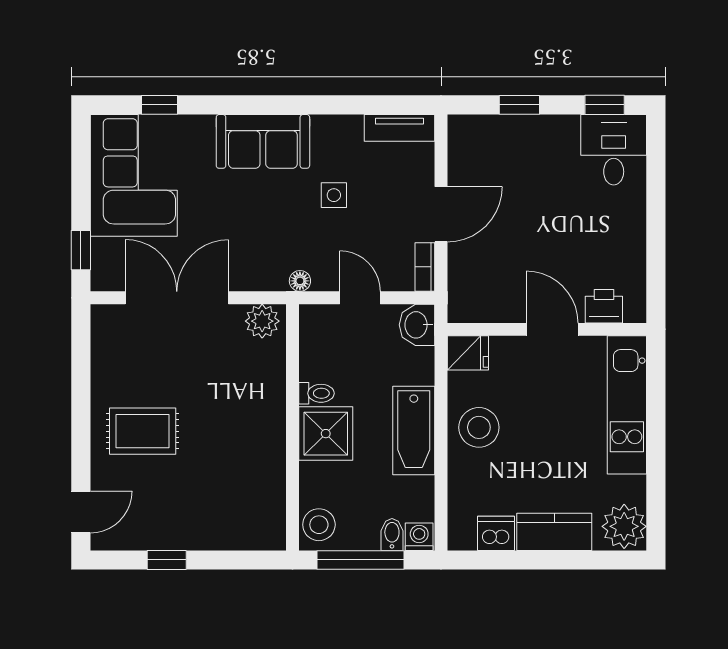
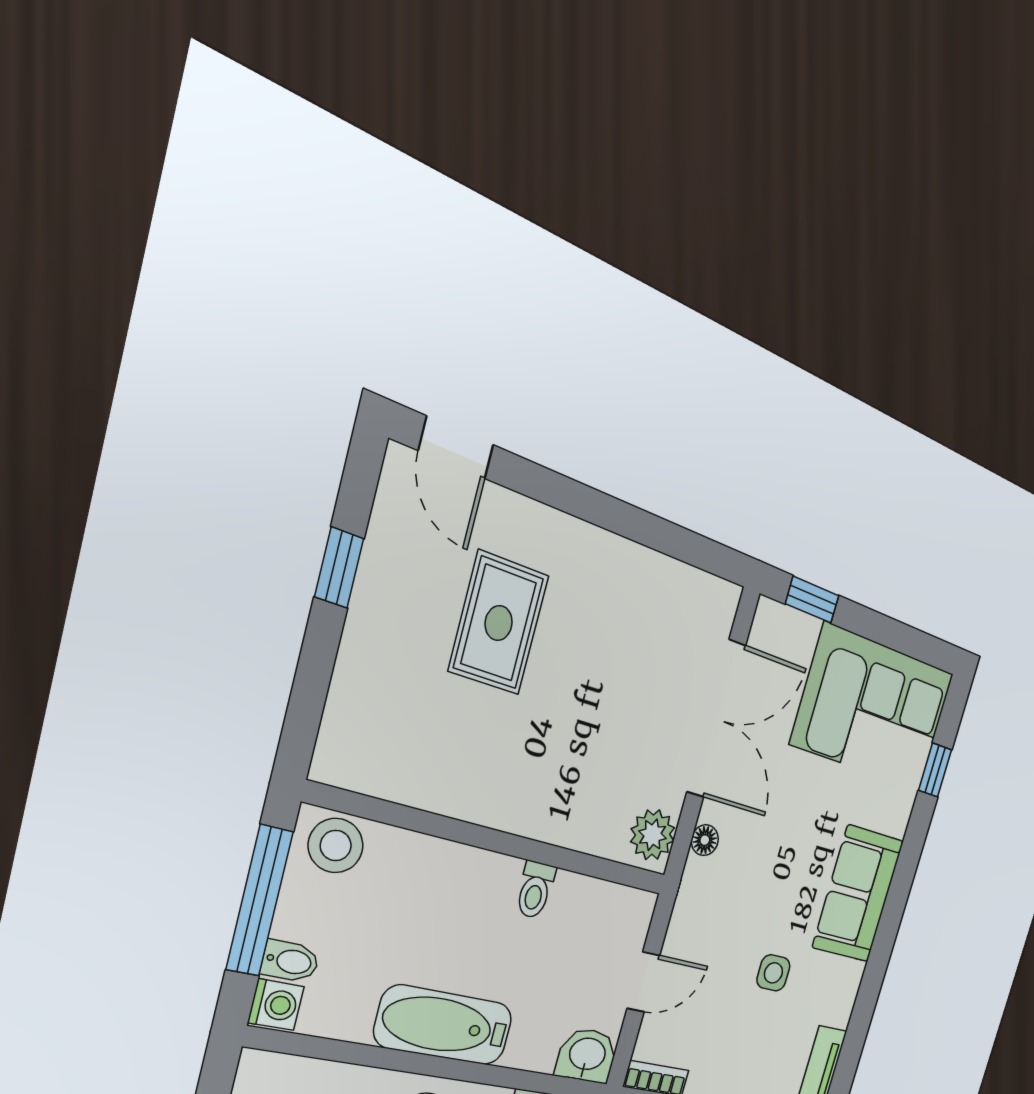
floor lamp: (300, 281) -> (705, 840), moved
rug: (143, 431) -> (499, 623), moved
shower: (326, 434) -> (474, 890), removed

